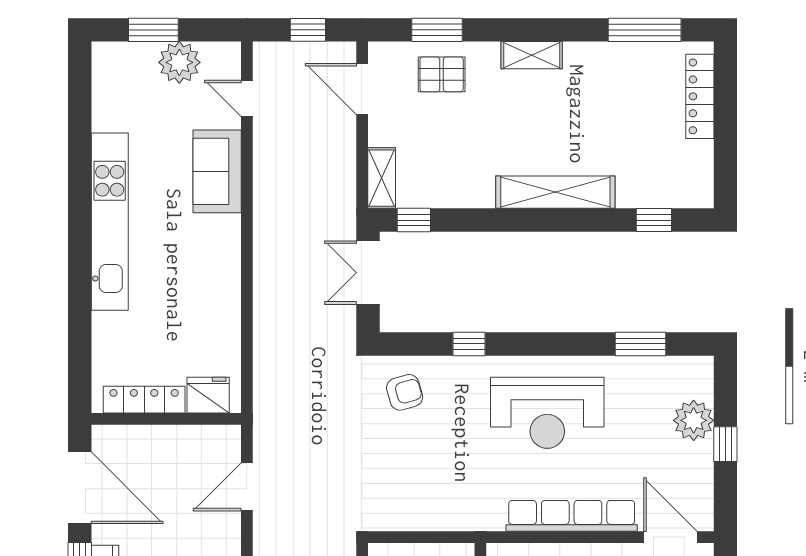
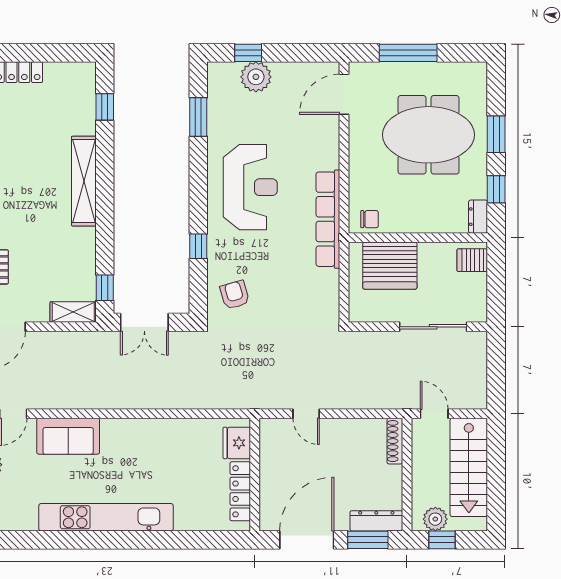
window: (725, 444) -> (248, 53), moved
door: (247, 487) -> (306, 414), width x0.73
row of seats: (572, 516) -> (328, 219), moved

